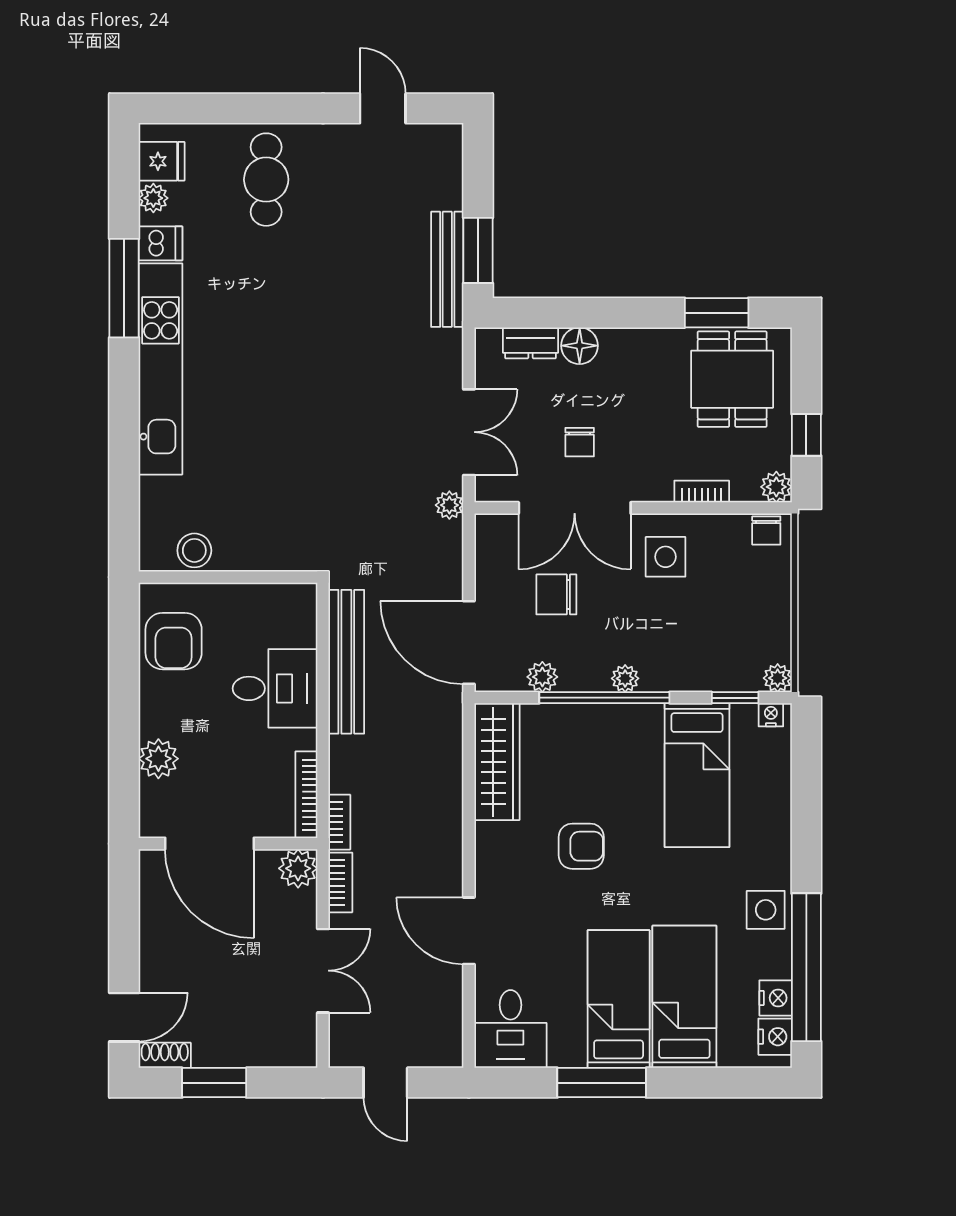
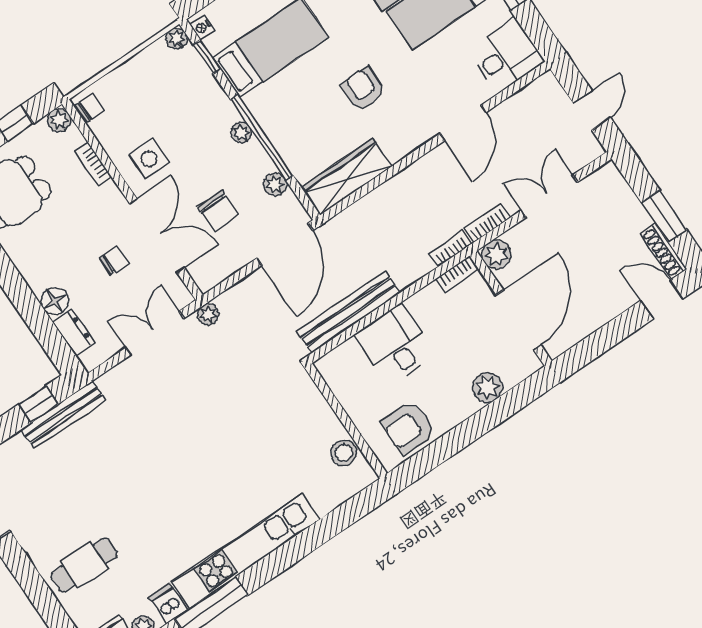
window: (478, 250) -> (39, 404), width x0.67
armchair: (174, 641) -> (408, 428), turned 180
bookcase: (306, 795) -> (457, 274), width x0.64
shoe rack: (165, 1055) -> (663, 251), width x1.43

